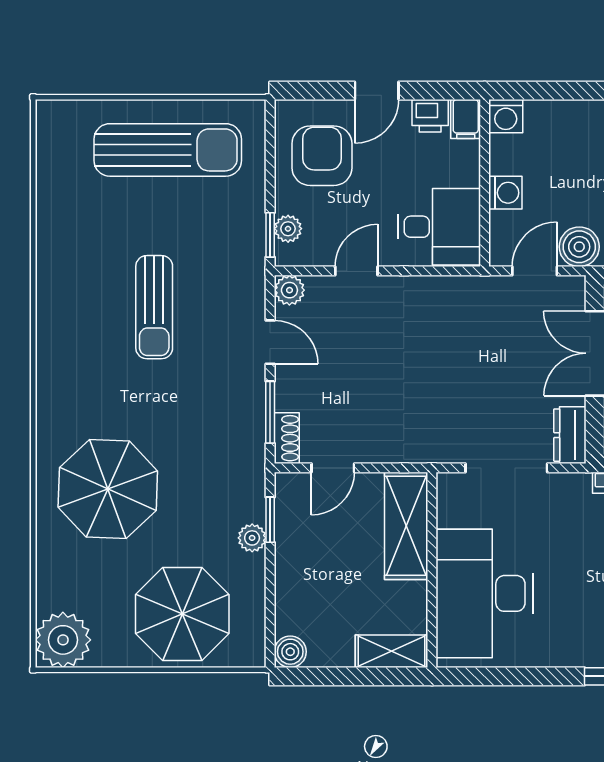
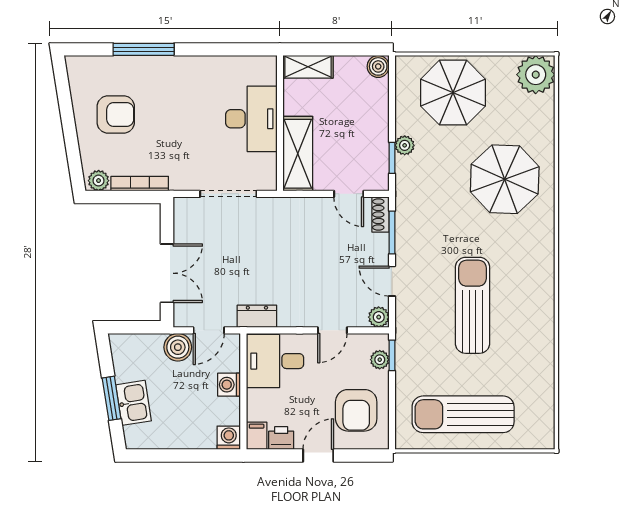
sun lounger: (154, 307) -> (473, 305), width x1.36, depth x1.34
dresser: (570, 435) -> (257, 316), moved, turned -90
door: (333, 468) -> (349, 194), swing flipped
desk: (484, 593) -> (251, 119), width x0.73, depth x0.77

